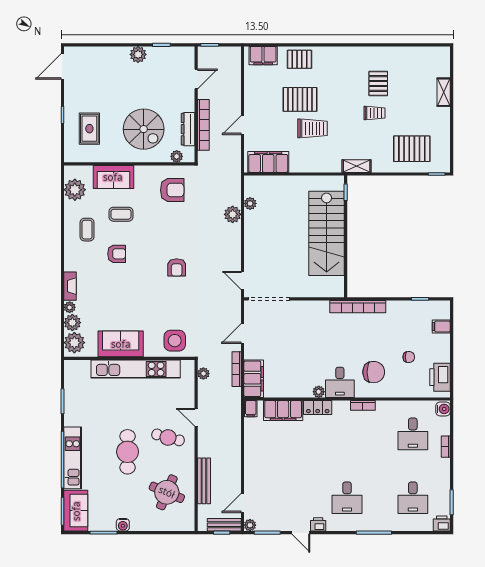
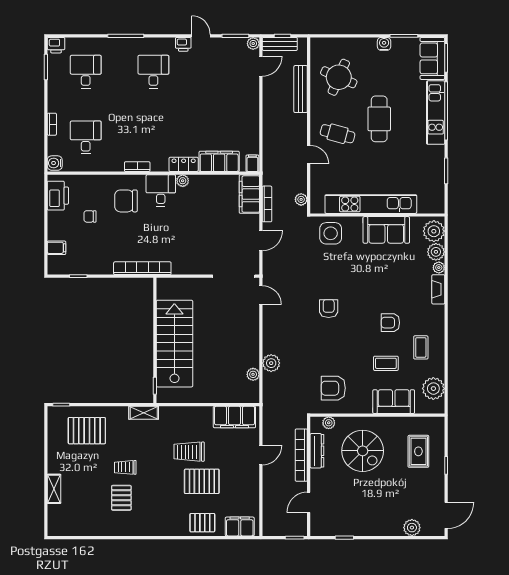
plant: (138, 54) -> (412, 528), moved
spiral stairs: (144, 129) -> (363, 451), turned 180

